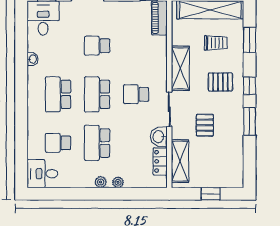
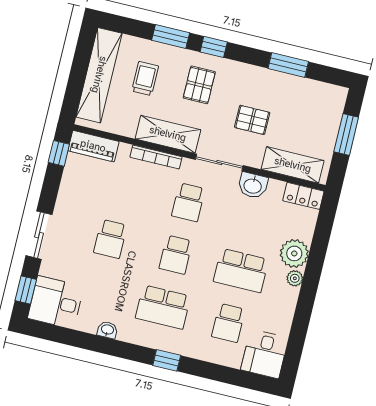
window: (250, 40) -> (171, 37), moved
bookcase: (162, 64) -> (156, 157), added
school desk: (97, 94) -> (176, 255), width x0.54
window: (21, 106) -> (167, 360), added
window: (250, 122) -> (288, 65), moved
locker: (160, 161) -> (303, 196), moved
plant: (118, 182) -> (294, 253), width x1.88, depth x1.88
window: (211, 194) -> (346, 134), width x1.50

